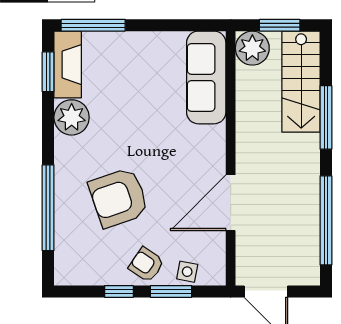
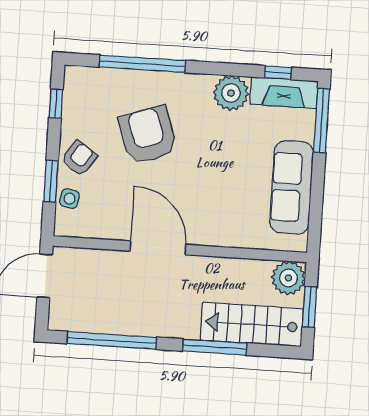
window: (48, 72) -> (278, 73), width x0.67
sofa: (206, 77) -> (292, 187), moved, turned -90
door: (231, 203) -> (158, 248), moved
window: (119, 291) -> (56, 104), moved

